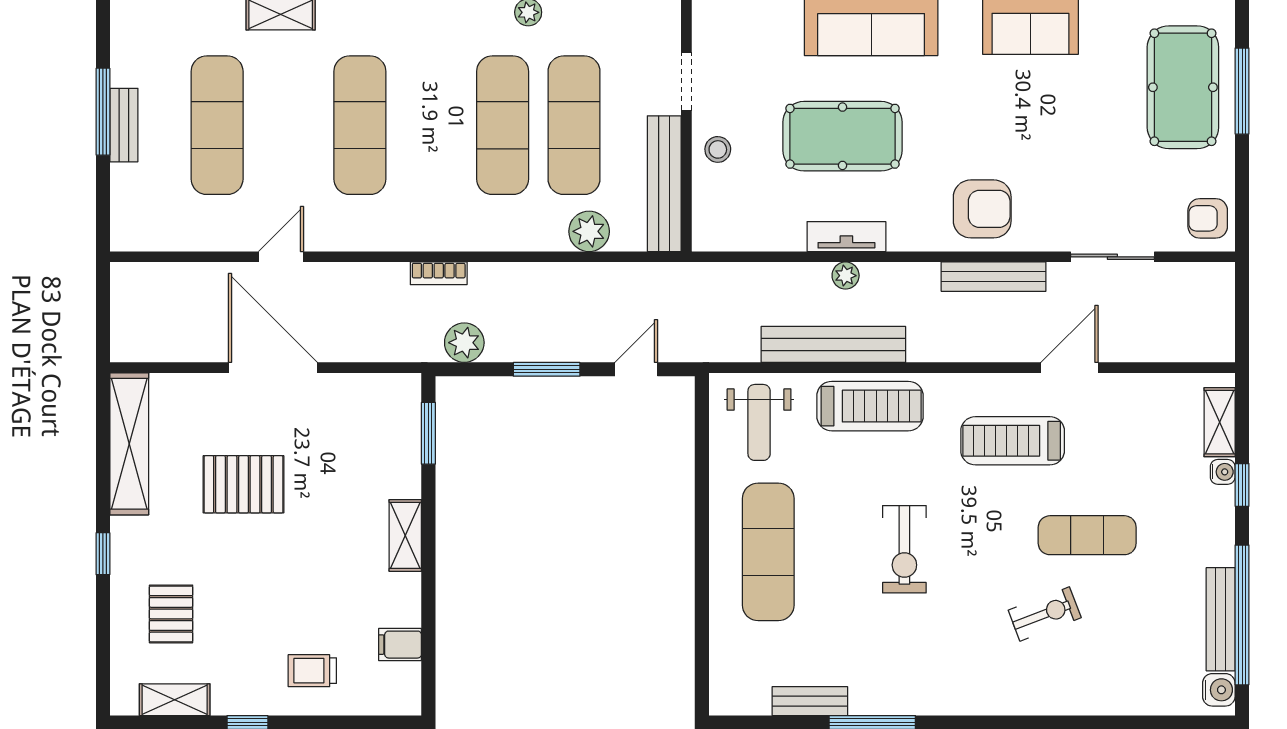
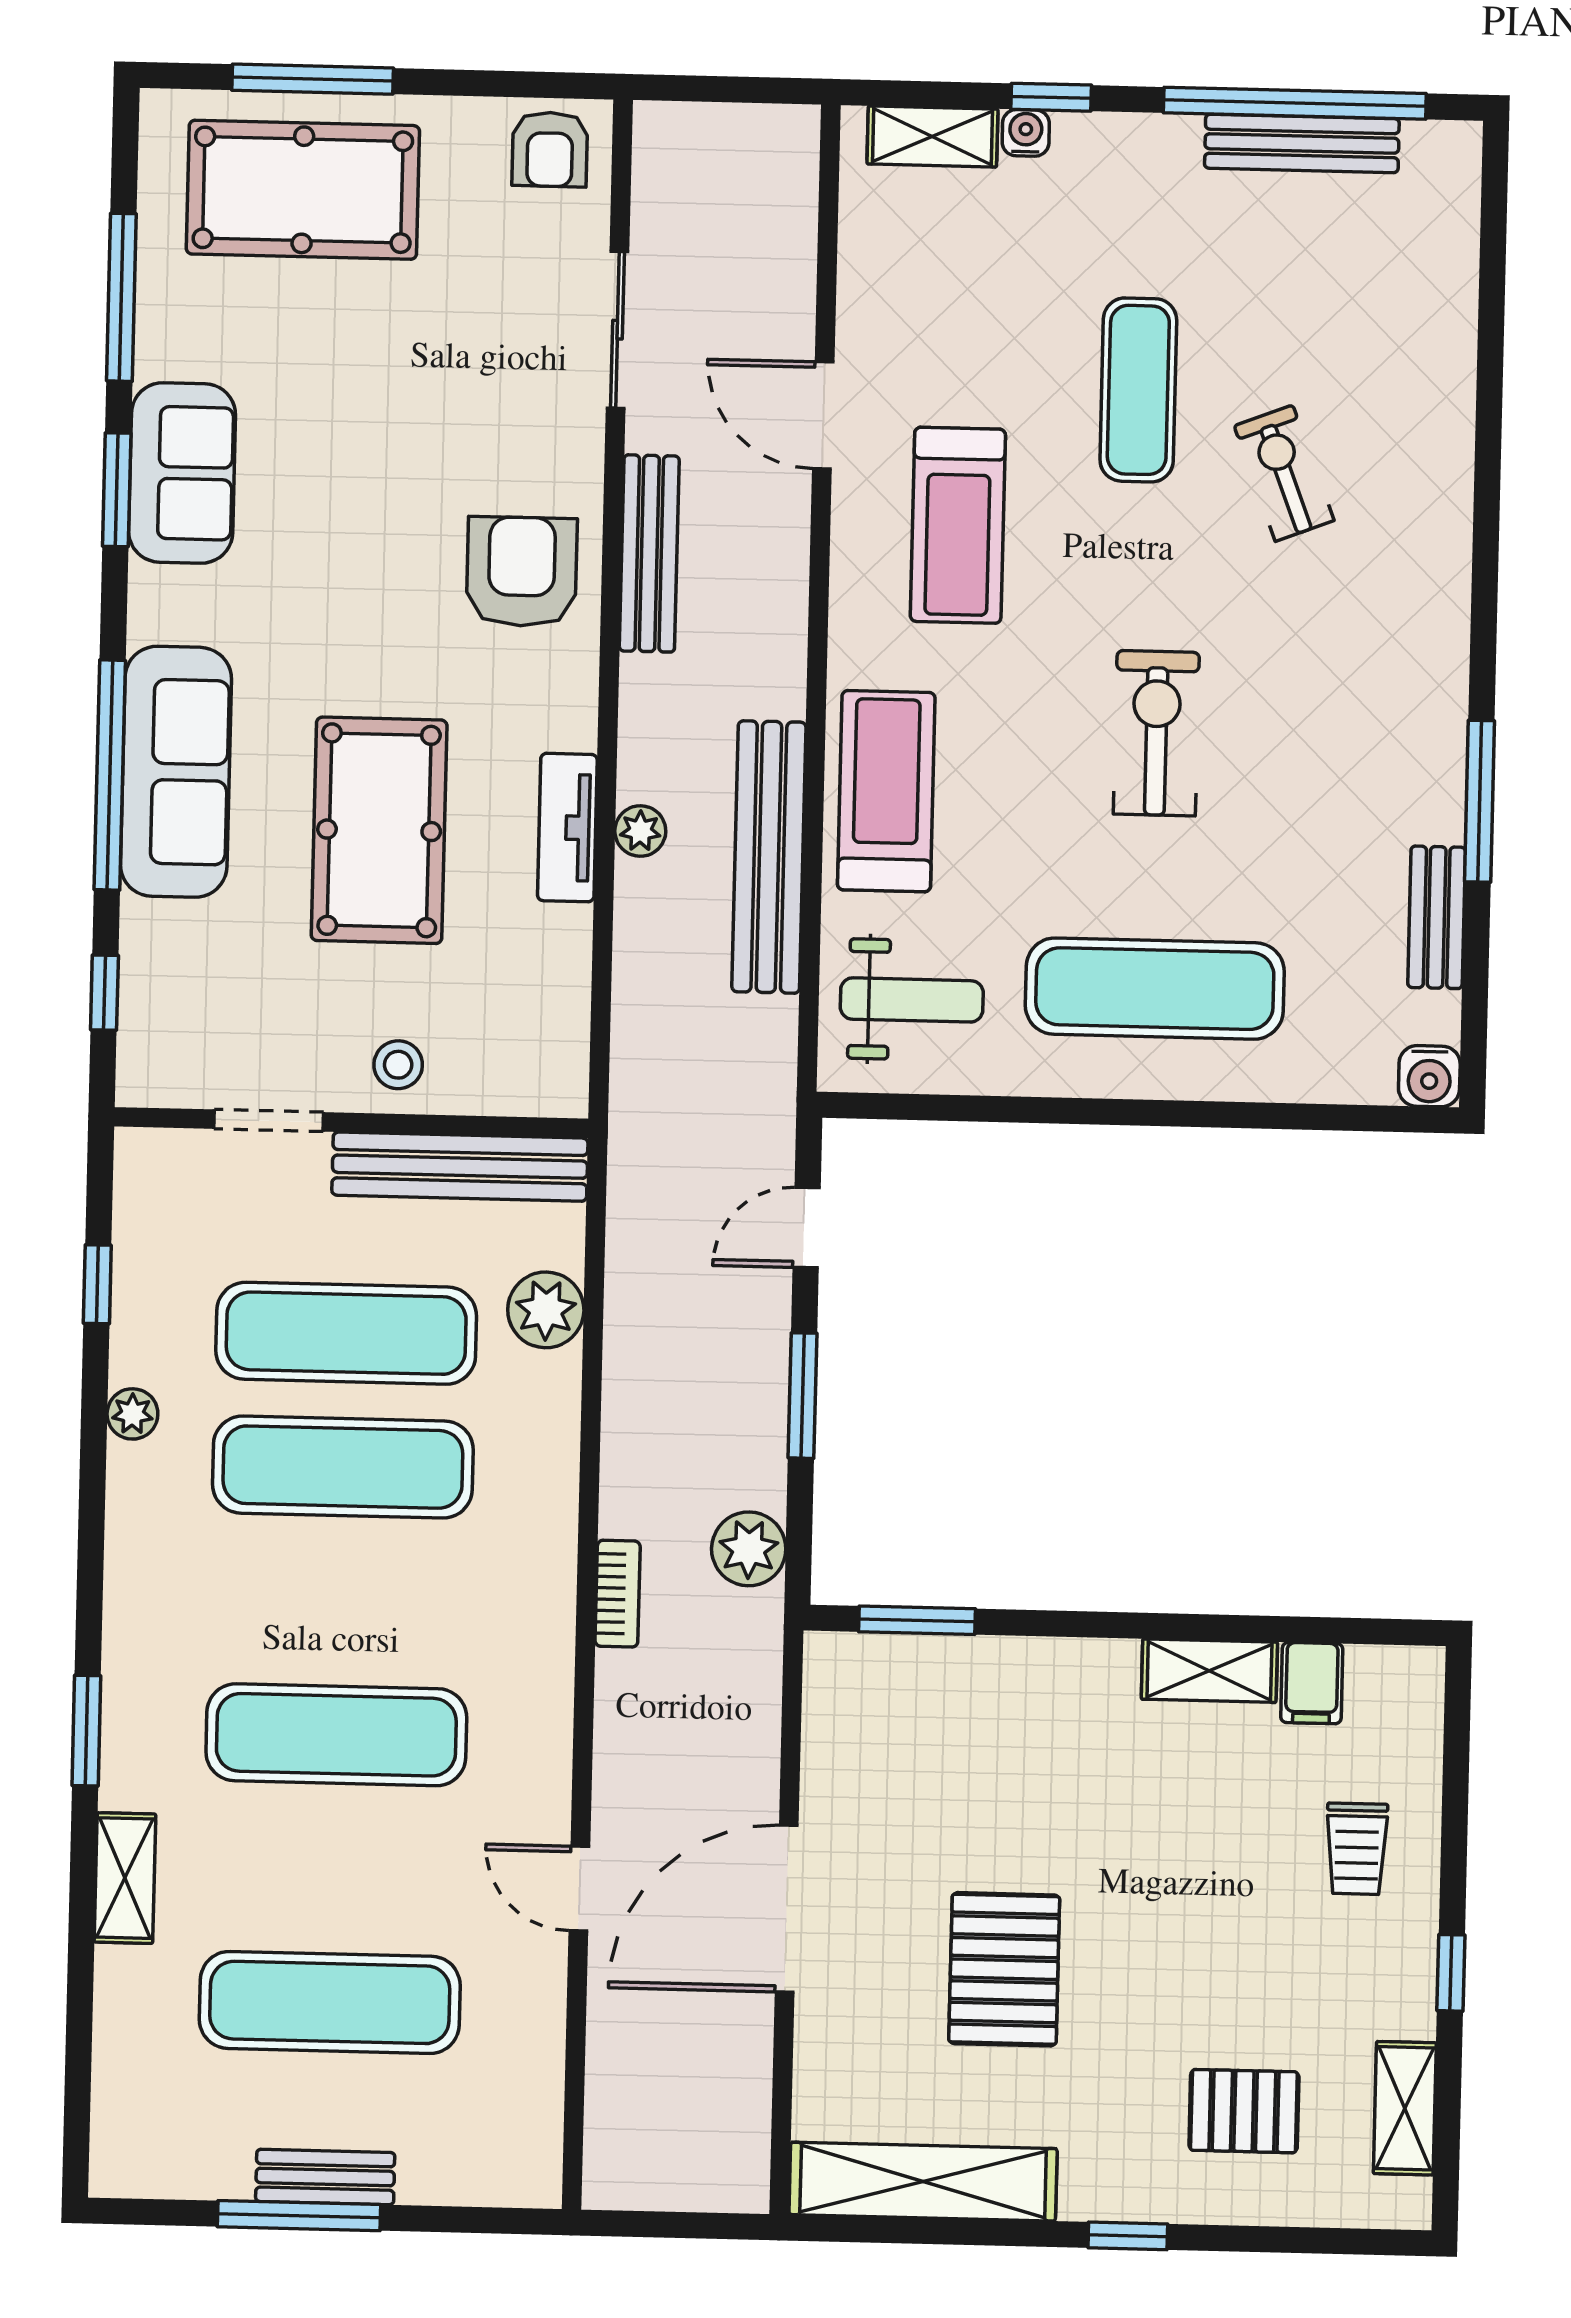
door: (636, 369) -> (807, 1228), hinge flipped
shelving: (405, 535) -> (1209, 1671), moved
exercise bike: (904, 549) -> (1156, 733), turned -90
water cooler: (1219, 690) -> (1429, 1076), moved, turned 180

